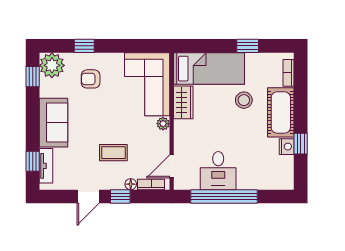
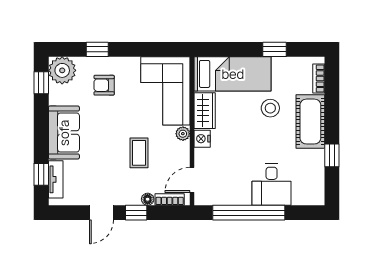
nightstand: (287, 147) -> (202, 139), moved, turned 180
coffee table: (113, 153) -> (139, 153), moved, turned 90
desk: (218, 171) -> (272, 185), moved

